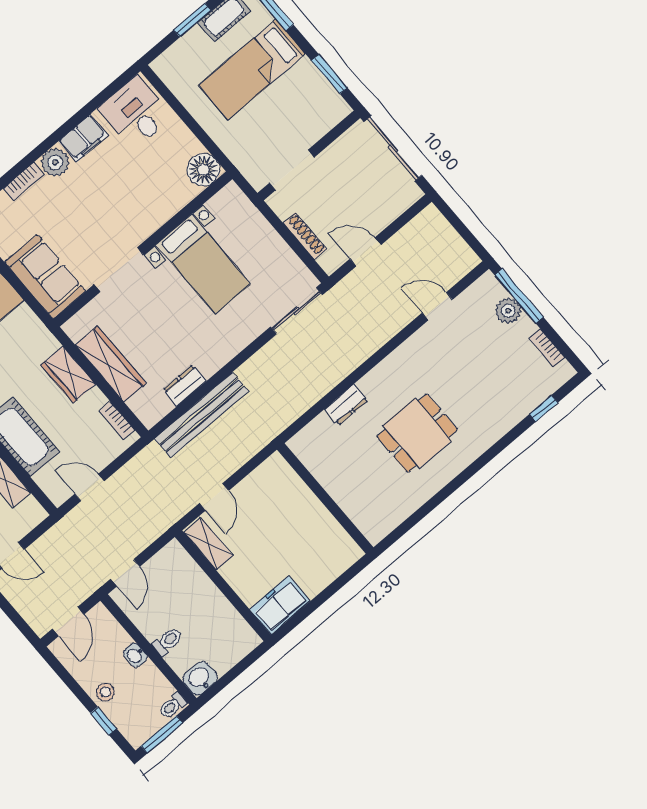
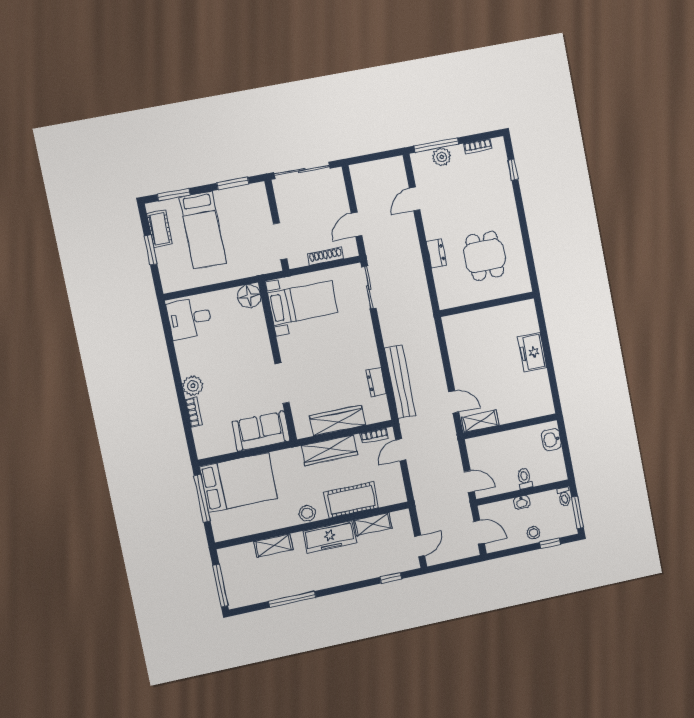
filing cabinet: (83, 138) -> (187, 360), removed
bed with nightstands: (203, 264) -> (303, 303), moved
wardrobe: (68, 374) -> (329, 450), width x1.50
dresser: (346, 405) -> (436, 253), moved
door: (90, 487) -> (401, 450), moved
wall: (325, 498) -> (487, 304), moved
freezer: (280, 605) -> (532, 352), moved
washbasin: (200, 678) -> (551, 440), moved

